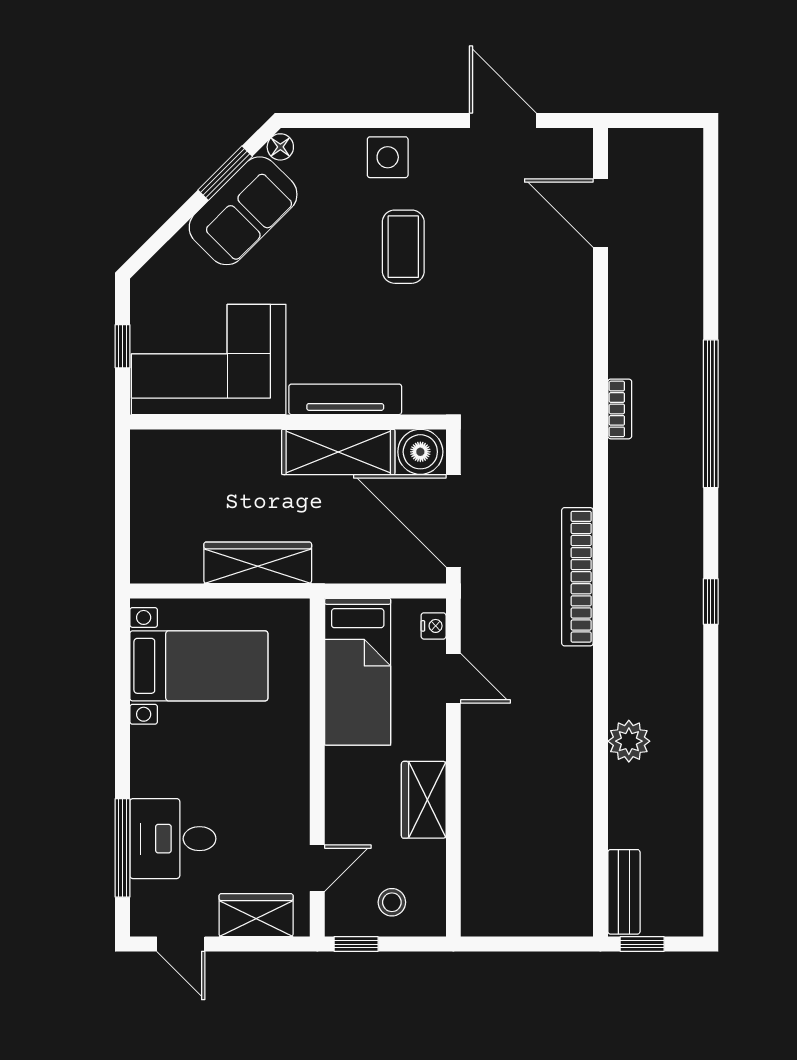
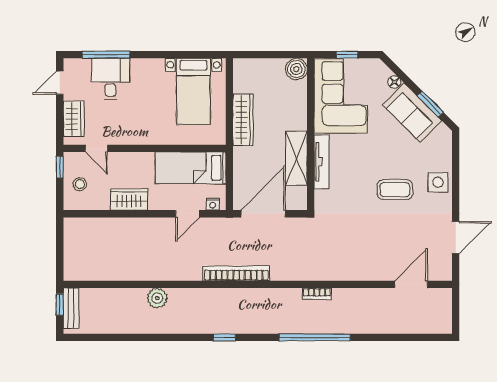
floor lamp: (280, 147) -> (394, 82), moved
boiler: (420, 452) -> (296, 69), moved
bench: (624, 892) -> (71, 308), moved, turned 90

